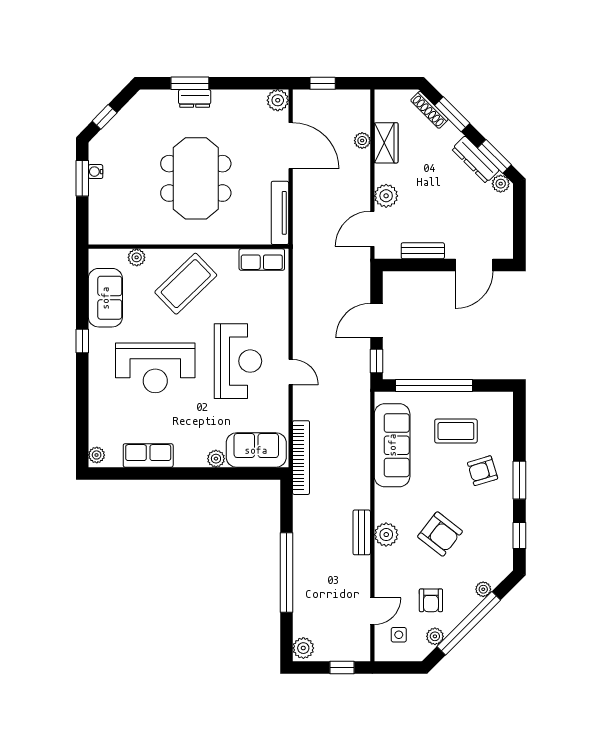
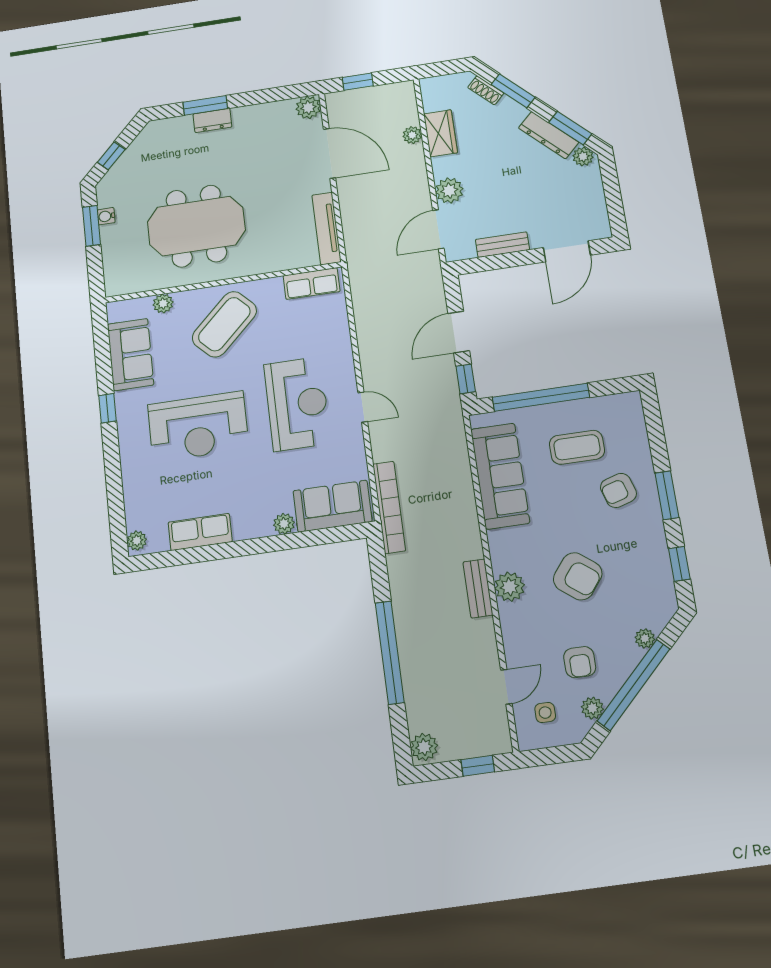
shoe rack: (429, 110) -> (486, 90), width x0.70
meeting table: (196, 178) -> (196, 226), moved, turned 90

